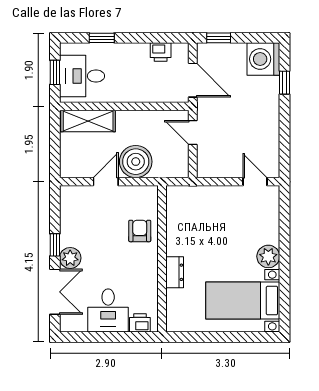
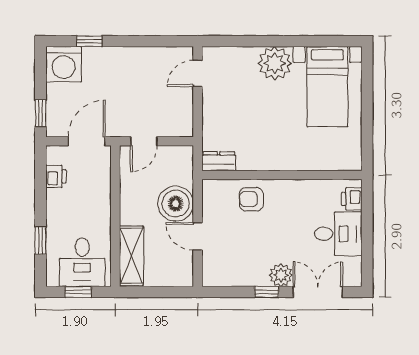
plant: (268, 256) -> (275, 63), width x1.36, depth x1.36
dresser: (175, 272) -> (219, 161), moved

